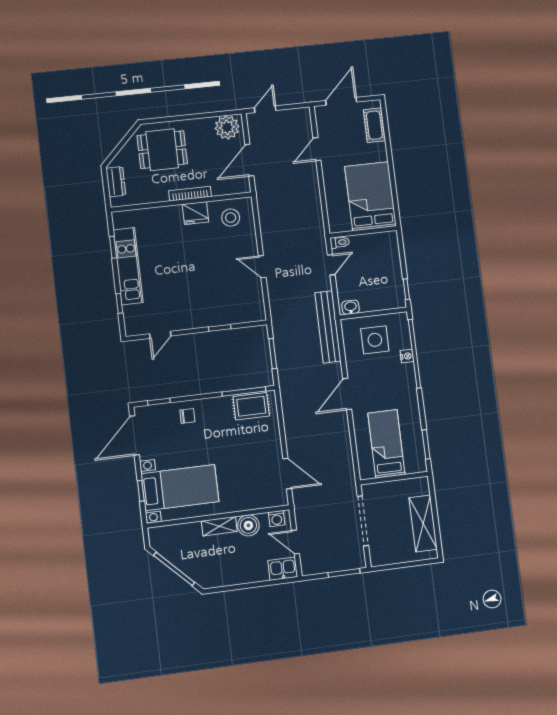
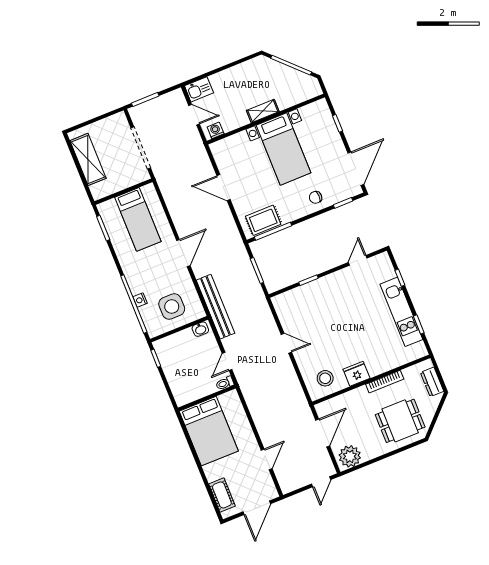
bookcase: (190, 194) -> (385, 382), moved
door: (287, 474) -> (223, 188), moved
bed with nightstands: (180, 488) -> (283, 149), moved, turned -90
boiler: (248, 525) -> (238, 118), removed

